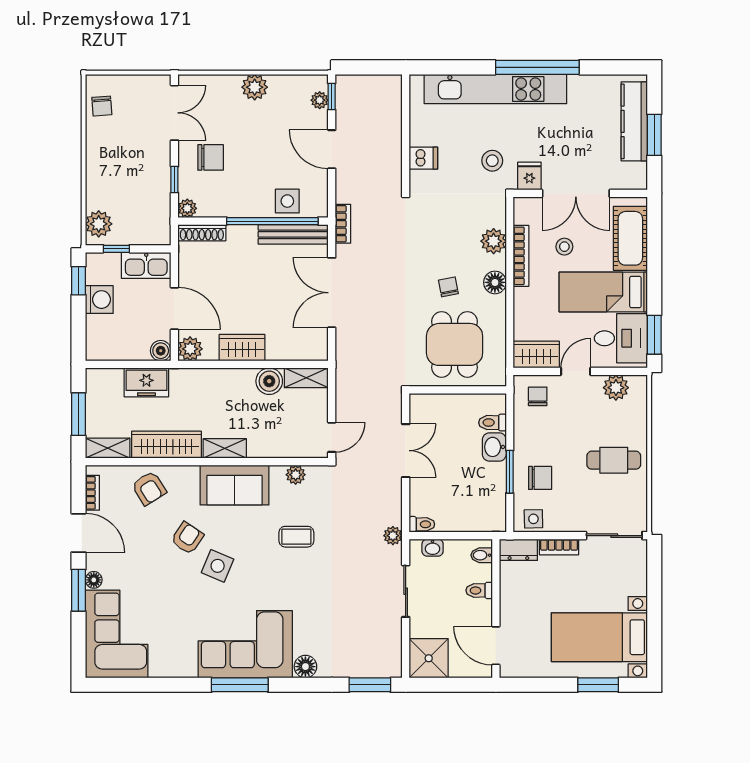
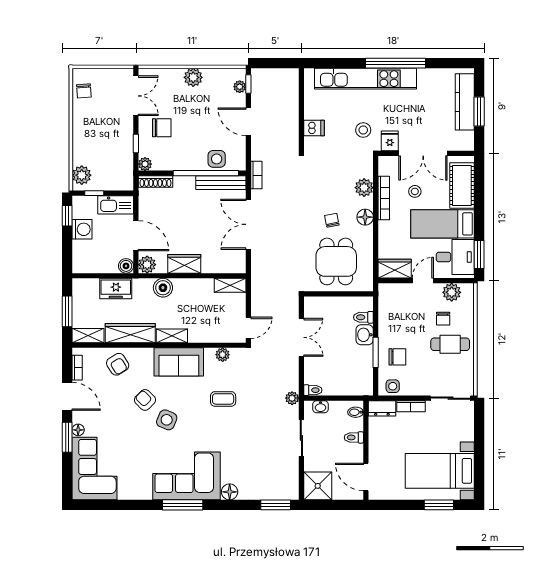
boiler: (269, 381) -> (163, 288), moved
chair: (538, 396) -> (443, 319), moved, turned 180
armchair: (187, 538) -> (145, 400), turned -79

